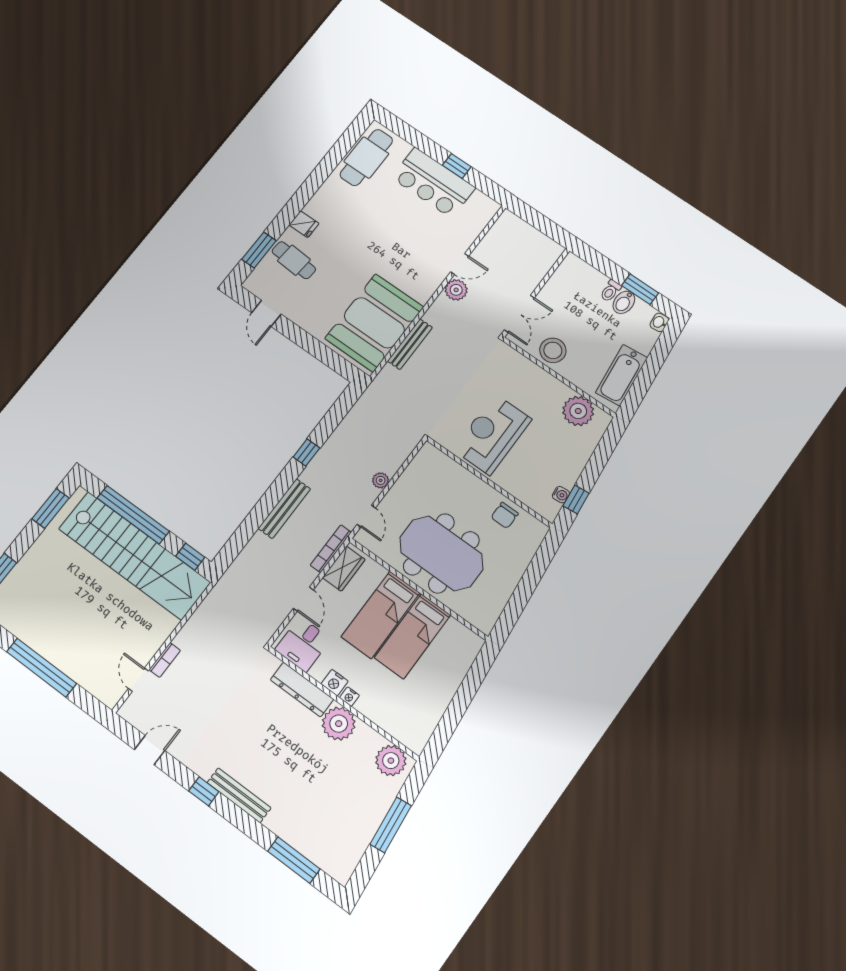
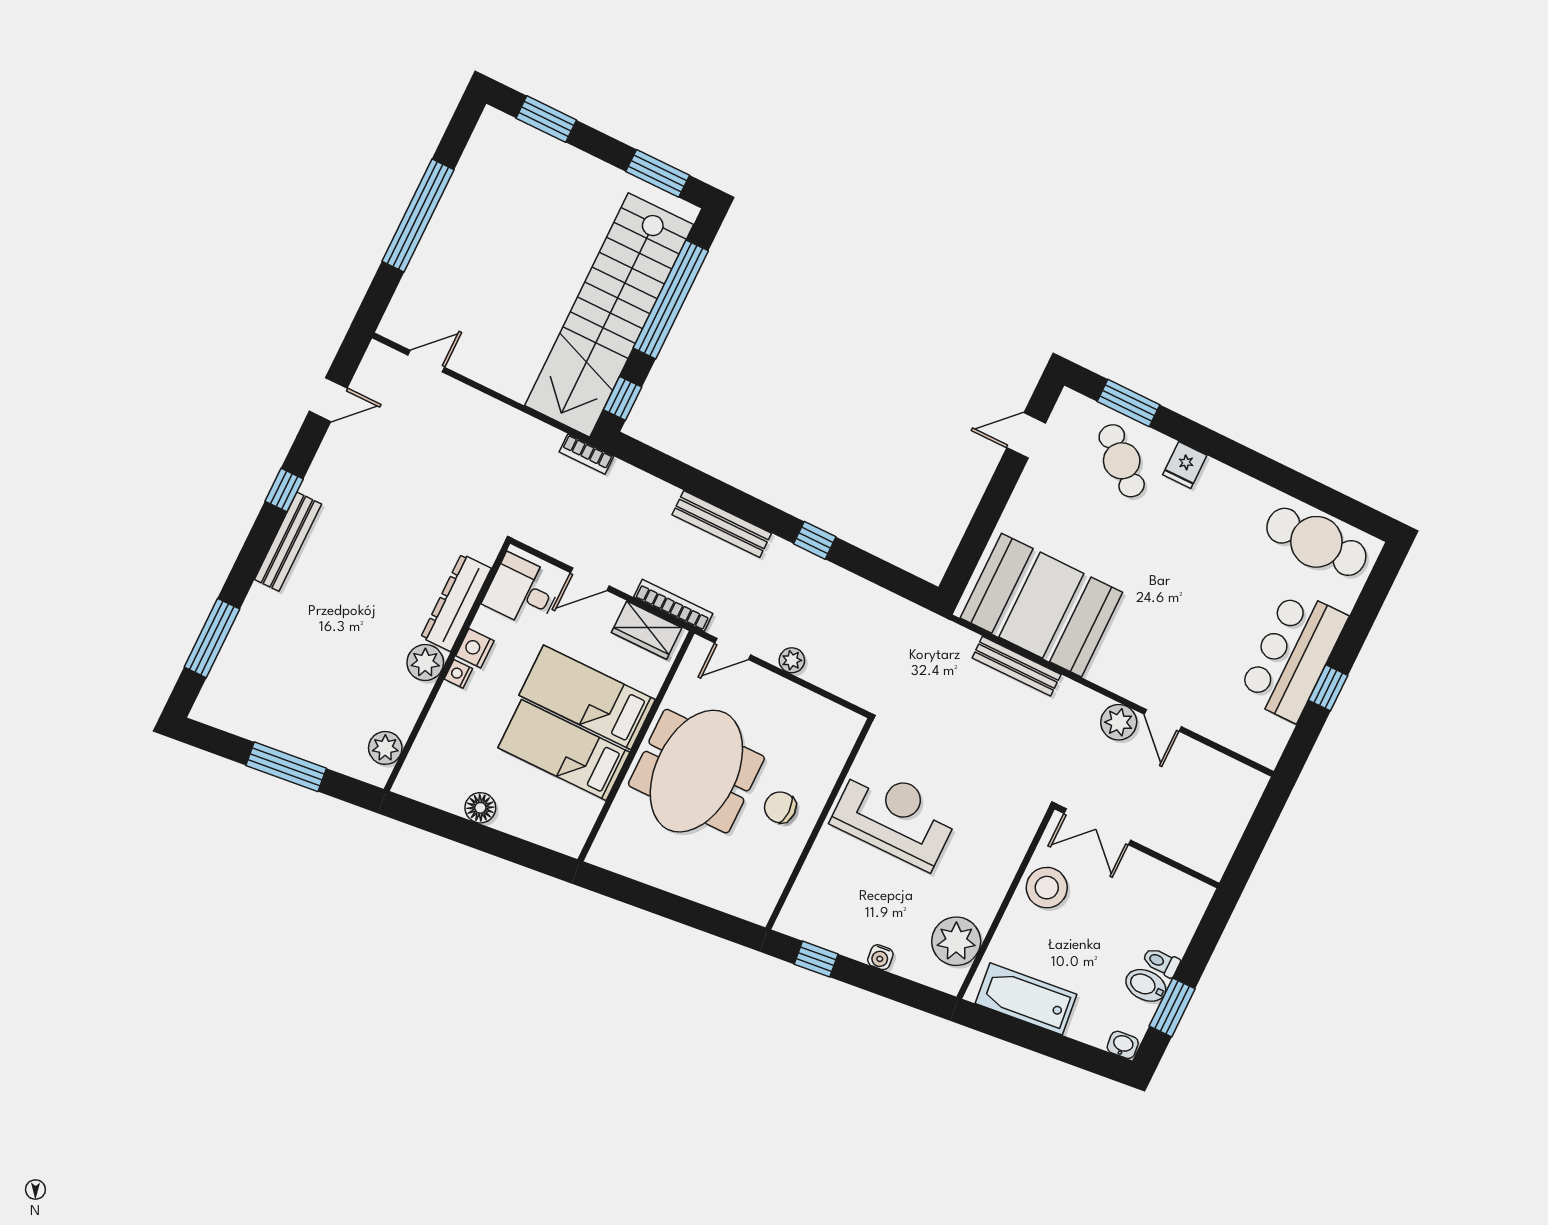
cafe table: (294, 260) -> (1122, 461), turned -52
water cooler: (561, 495) -> (880, 957), moved
chair: (505, 515) -> (780, 807), moved
bookcase: (165, 660) -> (586, 454), moved
floor lamp: (441, 698) -> (480, 808), added
plant: (339, 724) -> (425, 662), width x0.73, depth x0.73
door: (150, 750) -> (328, 400), hinge flipped
plant: (391, 761) -> (385, 748), width x0.73, depth x0.73

